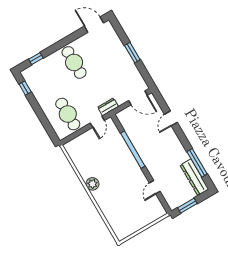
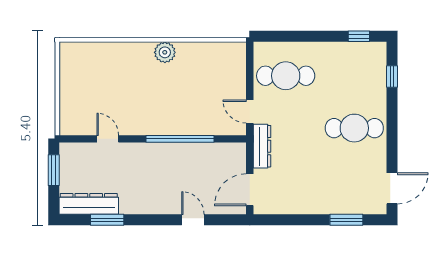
window: (132, 53) -> (346, 220), moved
dresser: (108, 107) -> (262, 146), width x1.44
window: (197, 163) -> (107, 220), width x0.69

